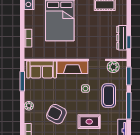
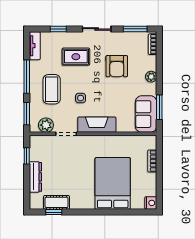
dresser: (122, 38) -> (35, 177), moved
sofa: (42, 69) -> (146, 114), moved, turned -90
armchair: (56, 114) -> (117, 66), turned 63

